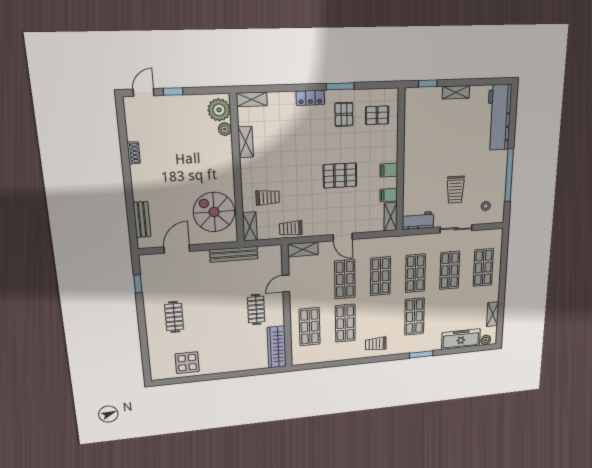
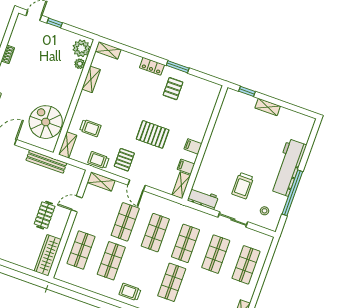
pallet: (377, 115) -> (124, 160), moved, turned 90
workbench: (499, 118) -> (288, 167), moved

